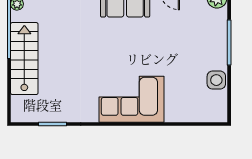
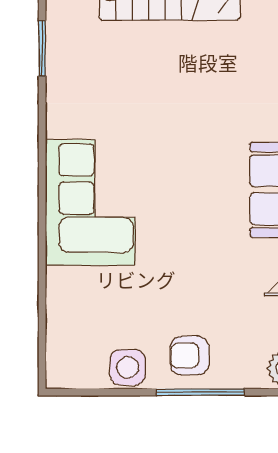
armchair: (210, 48) -> (190, 356), added

